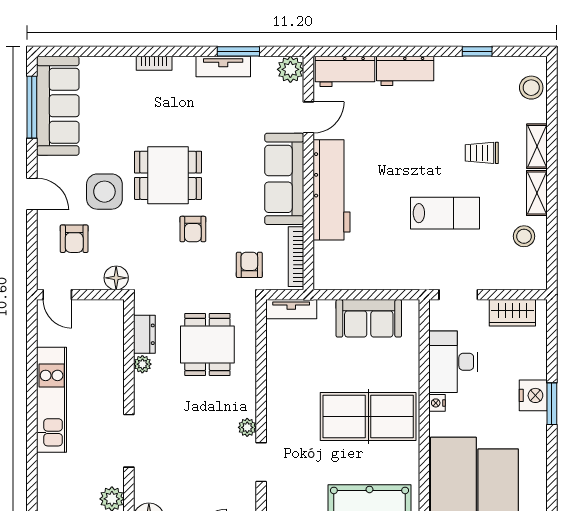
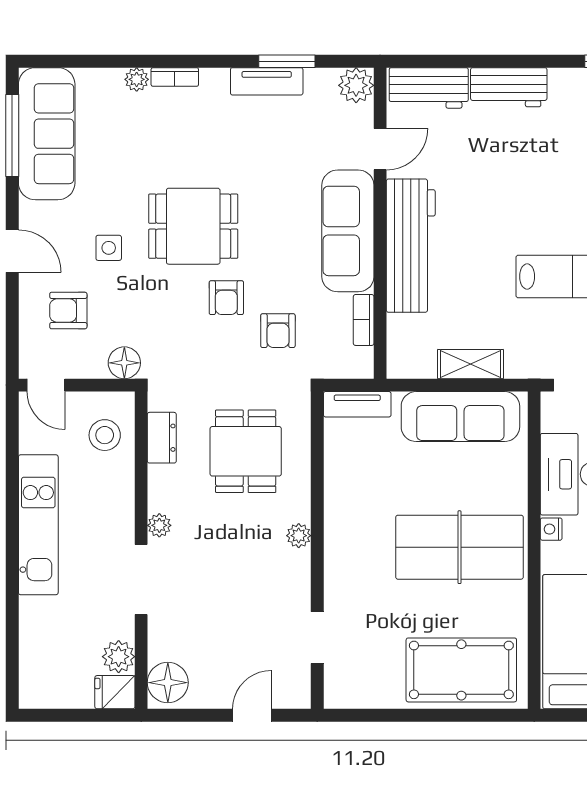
plant: (125, 65) -> (137, 79), added
side table: (104, 192) -> (109, 248), width x0.54, depth x0.54
armchair: (74, 239) -> (68, 311), turned 90
bookcase: (296, 257) -> (364, 320), width x0.64
armchair: (249, 265) -> (278, 331), moved, turned 180
shelving: (376, 279) -> (471, 364), added
sofa: (369, 318) -> (460, 417), width x1.36
stool: (101, 332) -> (105, 435), added
plant: (142, 364) -> (159, 525), moved
plant: (247, 427) -> (299, 536), moved
doorway: (261, 462) -> (317, 638), moved

